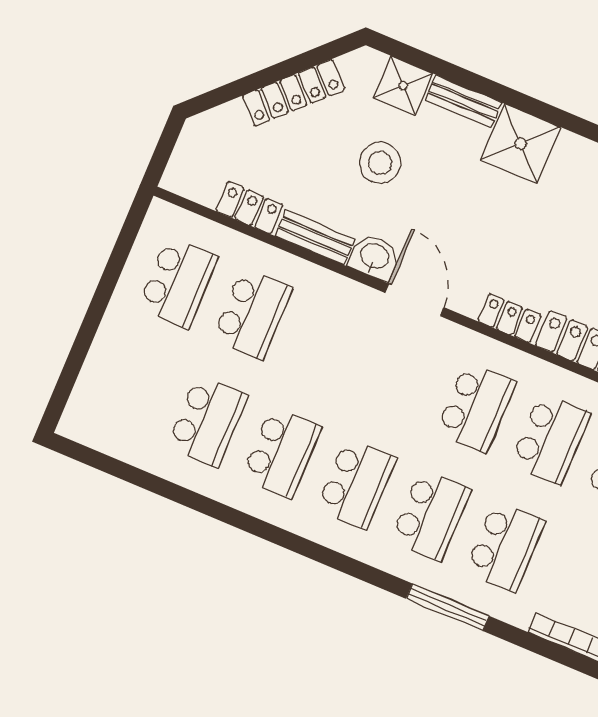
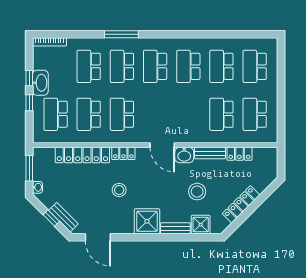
stool: (554, 240) -> (119, 190), added
school desk: (133, 390) -> (255, 66), added
window: (448, 607) -> (121, 34), moved

